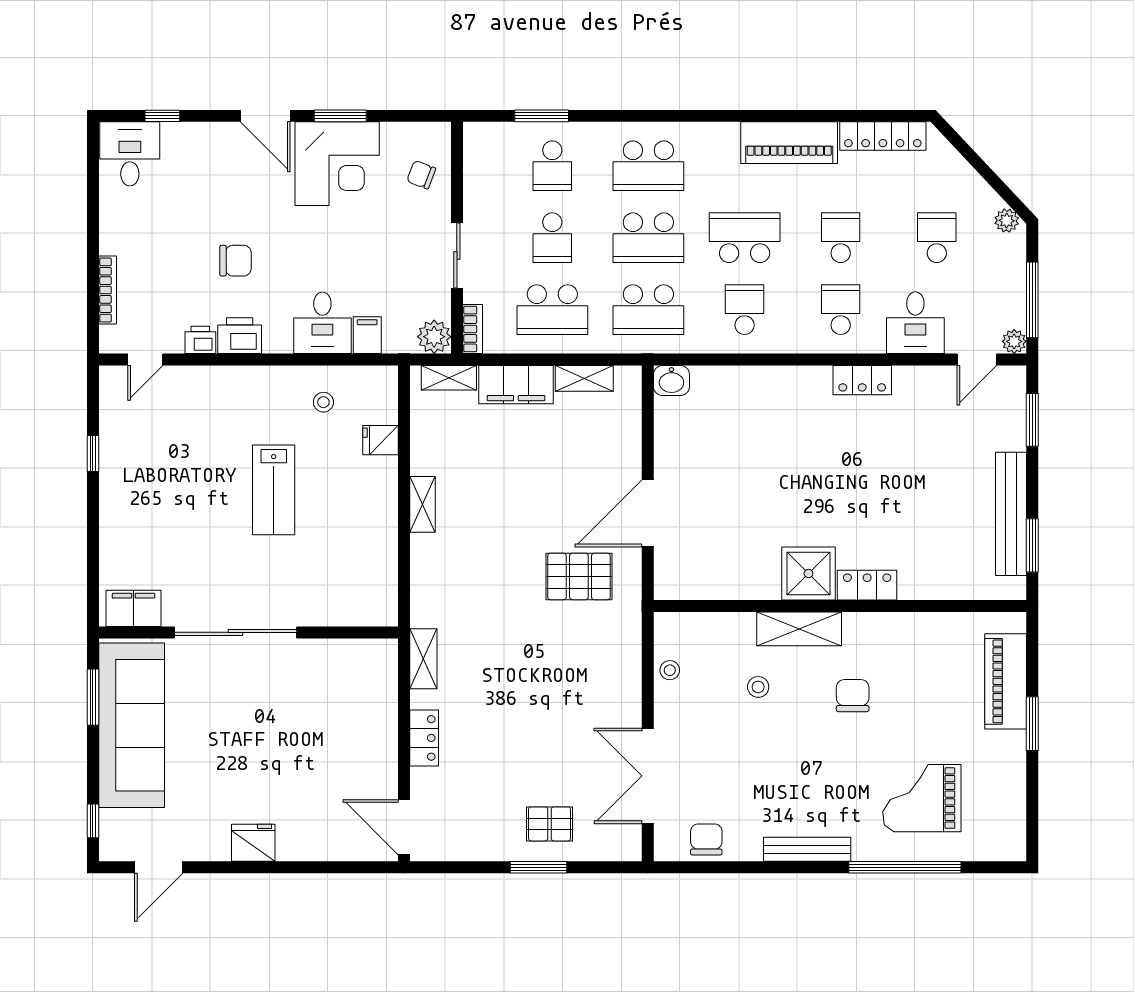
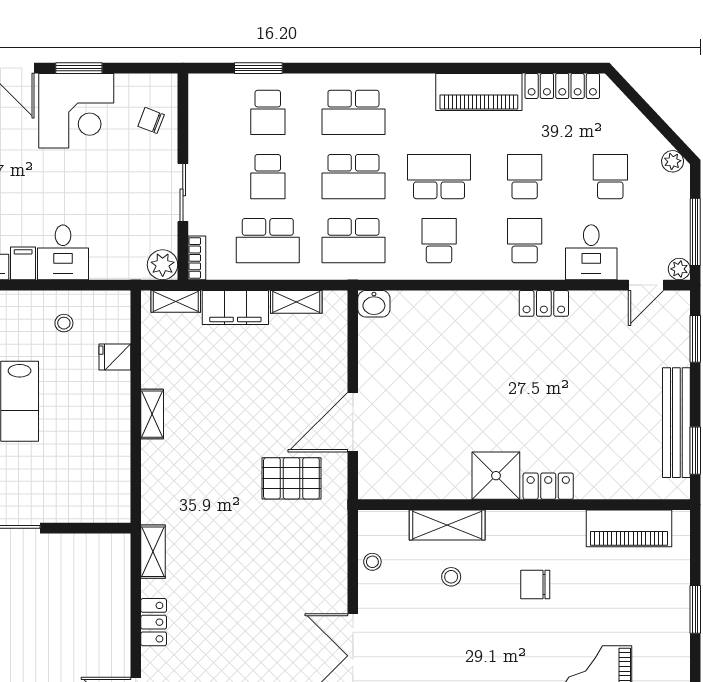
filing cabinet: (367, 335) -> (23, 263), moved
shelving: (799, 629) -> (447, 525), moved
piano: (1006, 681) -> (629, 528), moved, turned -90
chair: (853, 696) -> (535, 584), turned -90

